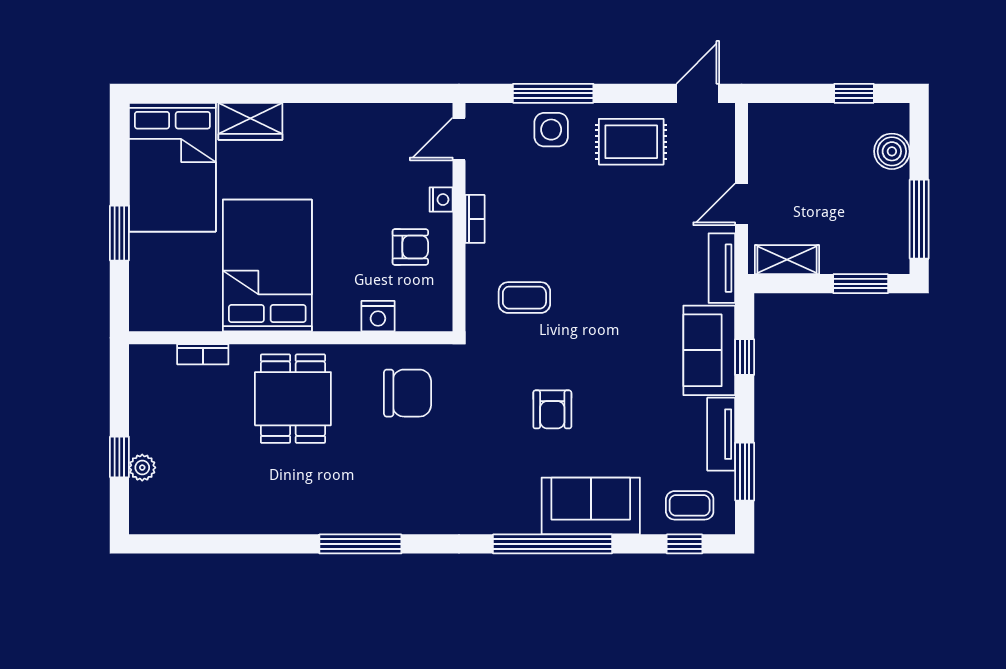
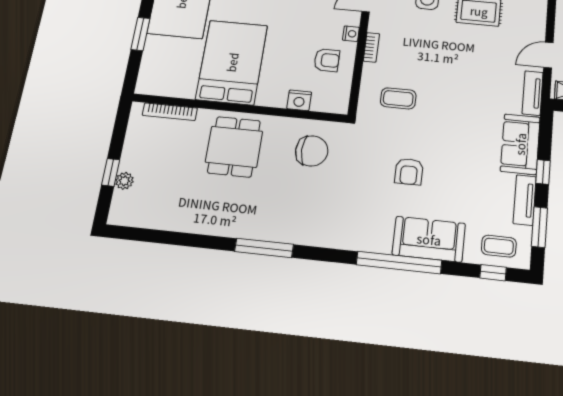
bookcase: (203, 354) -> (170, 112), width x1.56
window: (745, 357) -> (543, 172), moved

